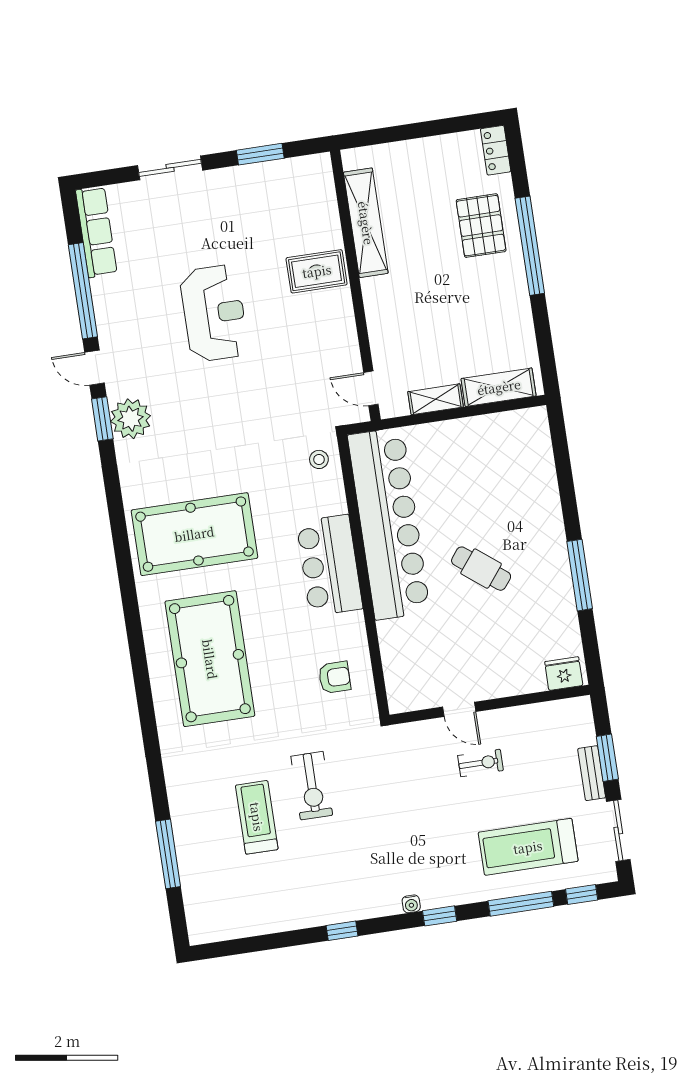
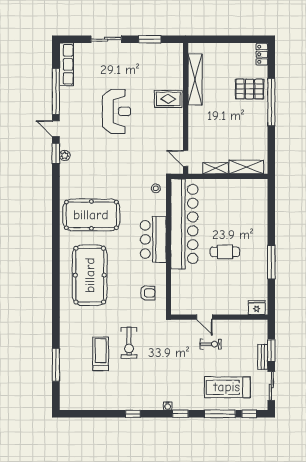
pallet: (481, 226) -> (250, 89), turned 90
plant: (131, 419) -> (65, 156), width x0.53, depth x0.53
cafe table: (481, 569) -> (225, 252), turned -38

